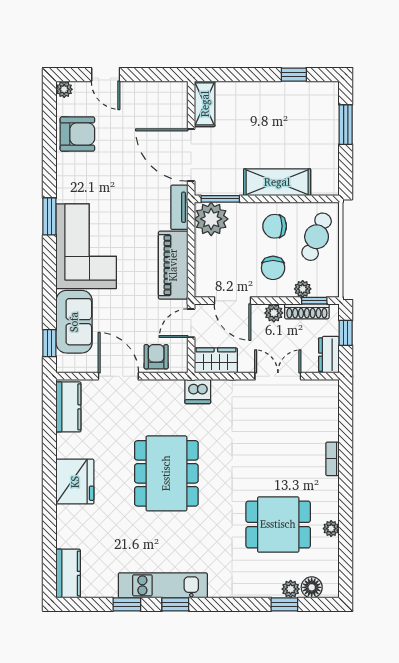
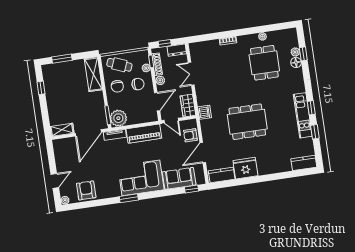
shelving: (277, 182) -> (93, 74), moved
fridge: (75, 482) -> (245, 168), moved
floor lamp: (312, 587) -> (296, 62), moved

